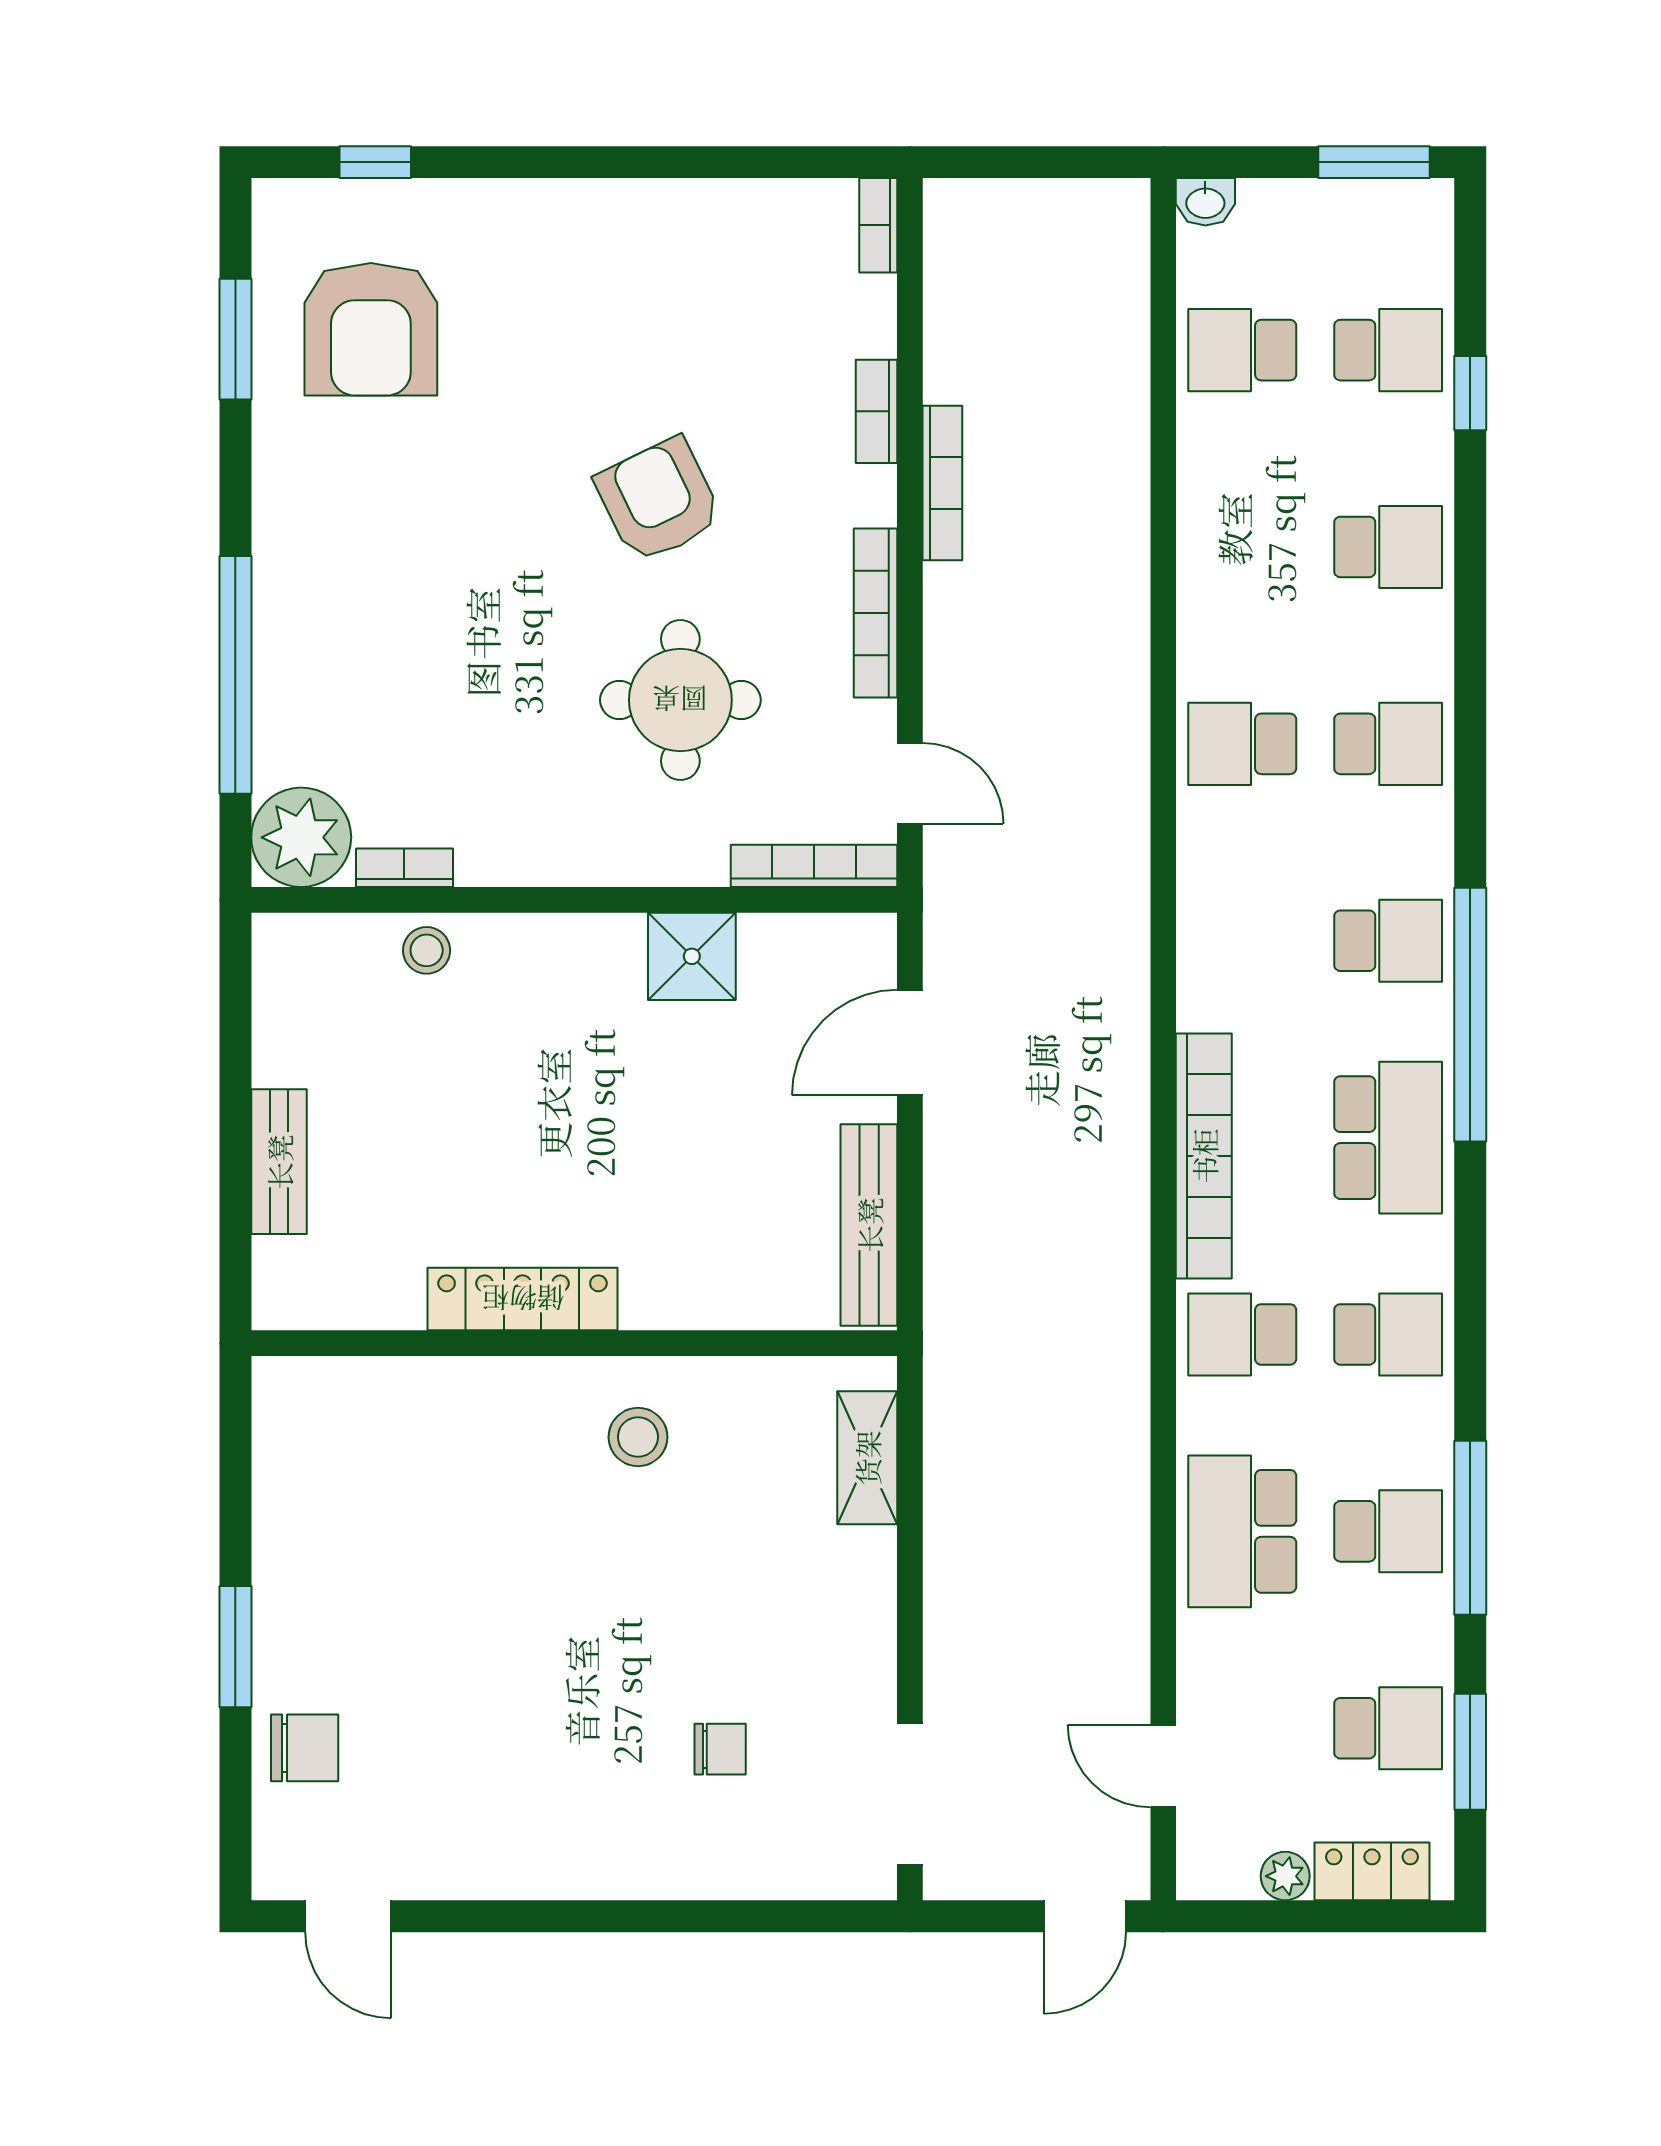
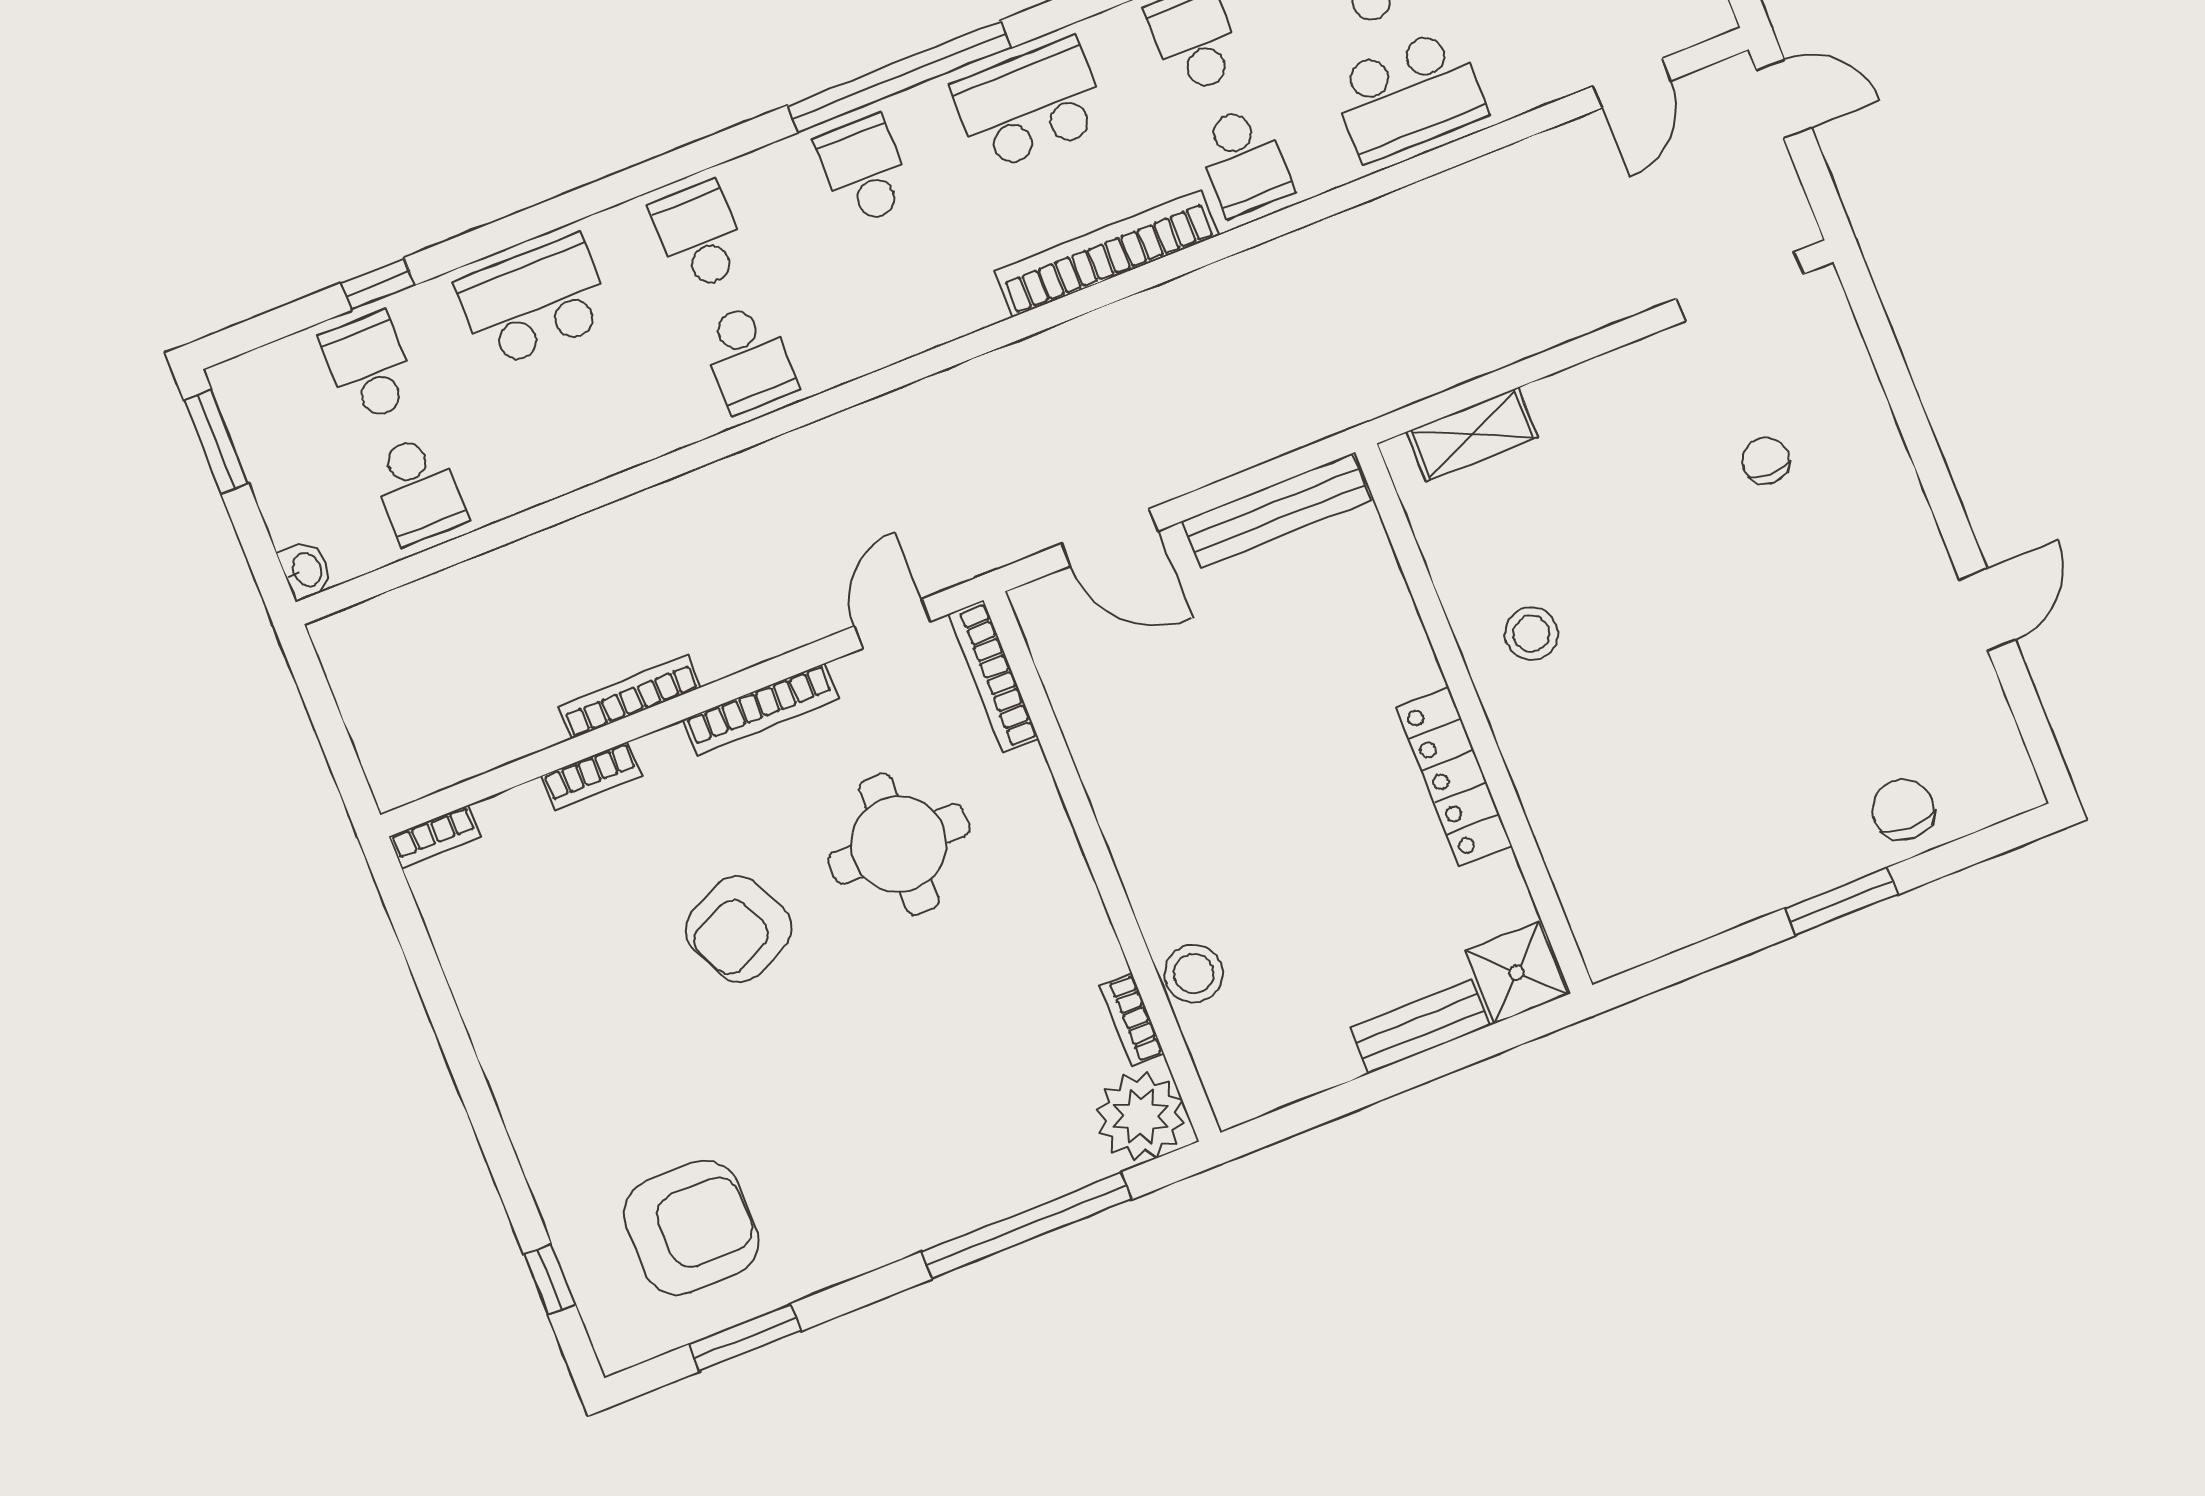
school desk: (1388, 547) -> (534, 302), width x1.85
stool: (427, 950) -> (1194, 973), width x1.37, depth x1.37
shower: (692, 956) -> (1517, 973), moved
door: (348, 1916) -> (1987, 609), moved

